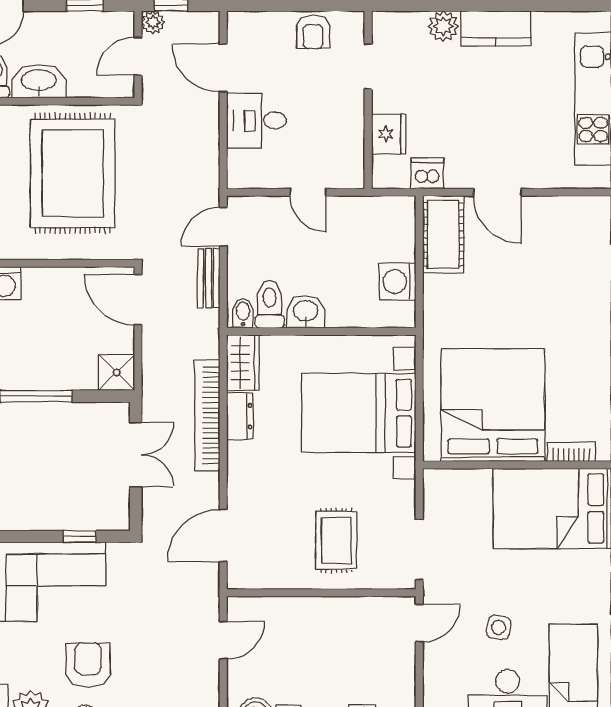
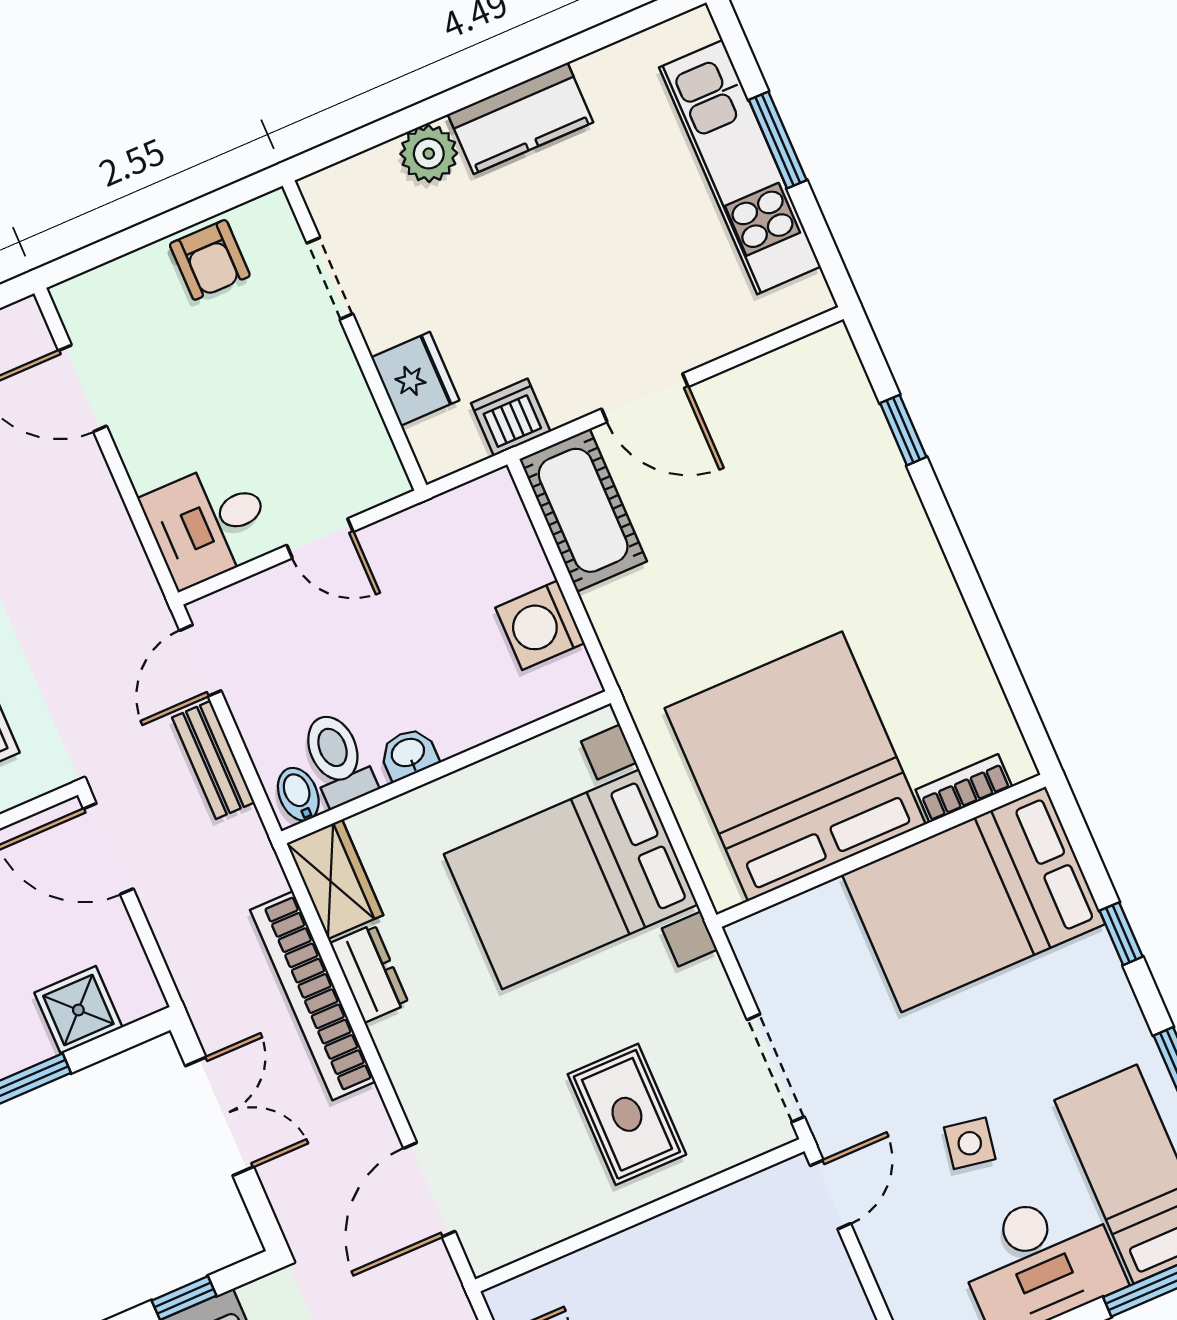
desk: (256, 120) -> (209, 523), moved
washbasin: (306, 312) -> (408, 754), width x0.72, depth x0.69
shower: (117, 372) -> (78, 1010), moved

